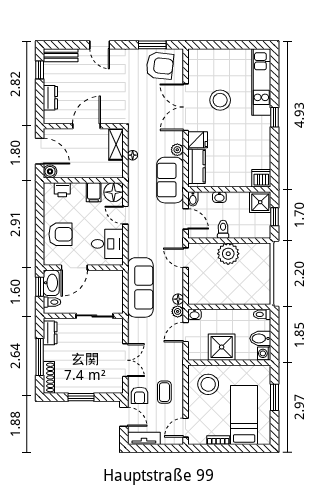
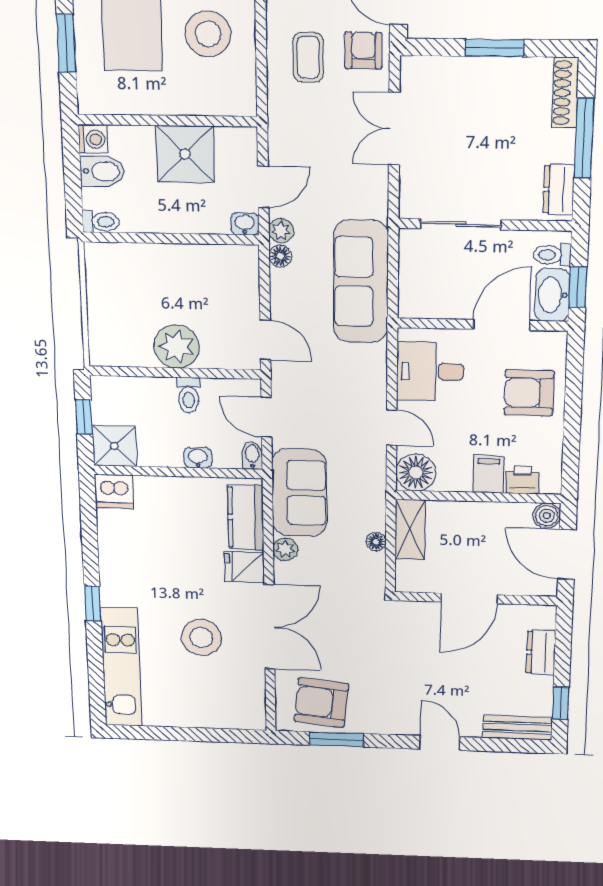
shelving: (116, 144) -> (410, 530), moved
filing cabinet: (94, 192) -> (489, 474), moved
stool: (208, 384) -> (208, 34), moved

